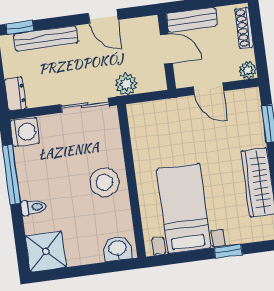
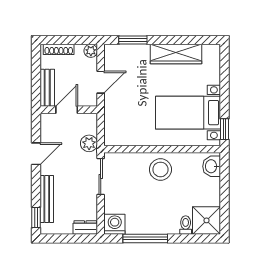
toilet: (34, 207) -> (186, 225), moved
window: (228, 251) -> (224, 129), moved

